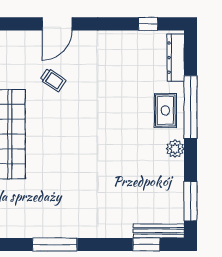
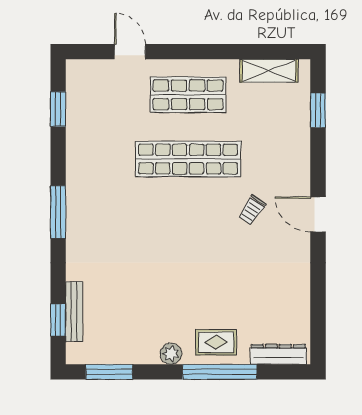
window: (148, 24) -> (318, 322), removed
bench: (159, 231) -> (74, 312), moved

